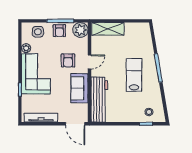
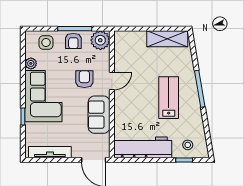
shelving: (108, 29) -> (167, 39), moved
armchair: (68, 60) -> (84, 79), turned 180
workbench: (99, 100) -> (143, 147), moved, turned -90

